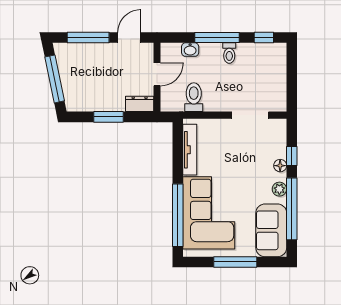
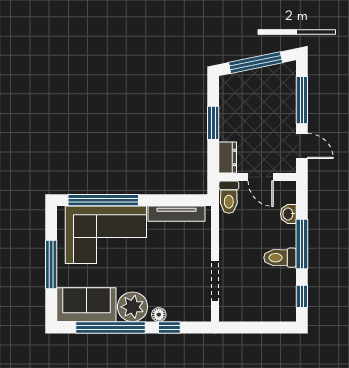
toilet: (229, 53) -> (280, 258), width x1.37, depth x1.39
toilet: (194, 97) -> (229, 197), moved, turned 90
plant: (279, 189) -> (132, 307), width x1.88, depth x1.88

